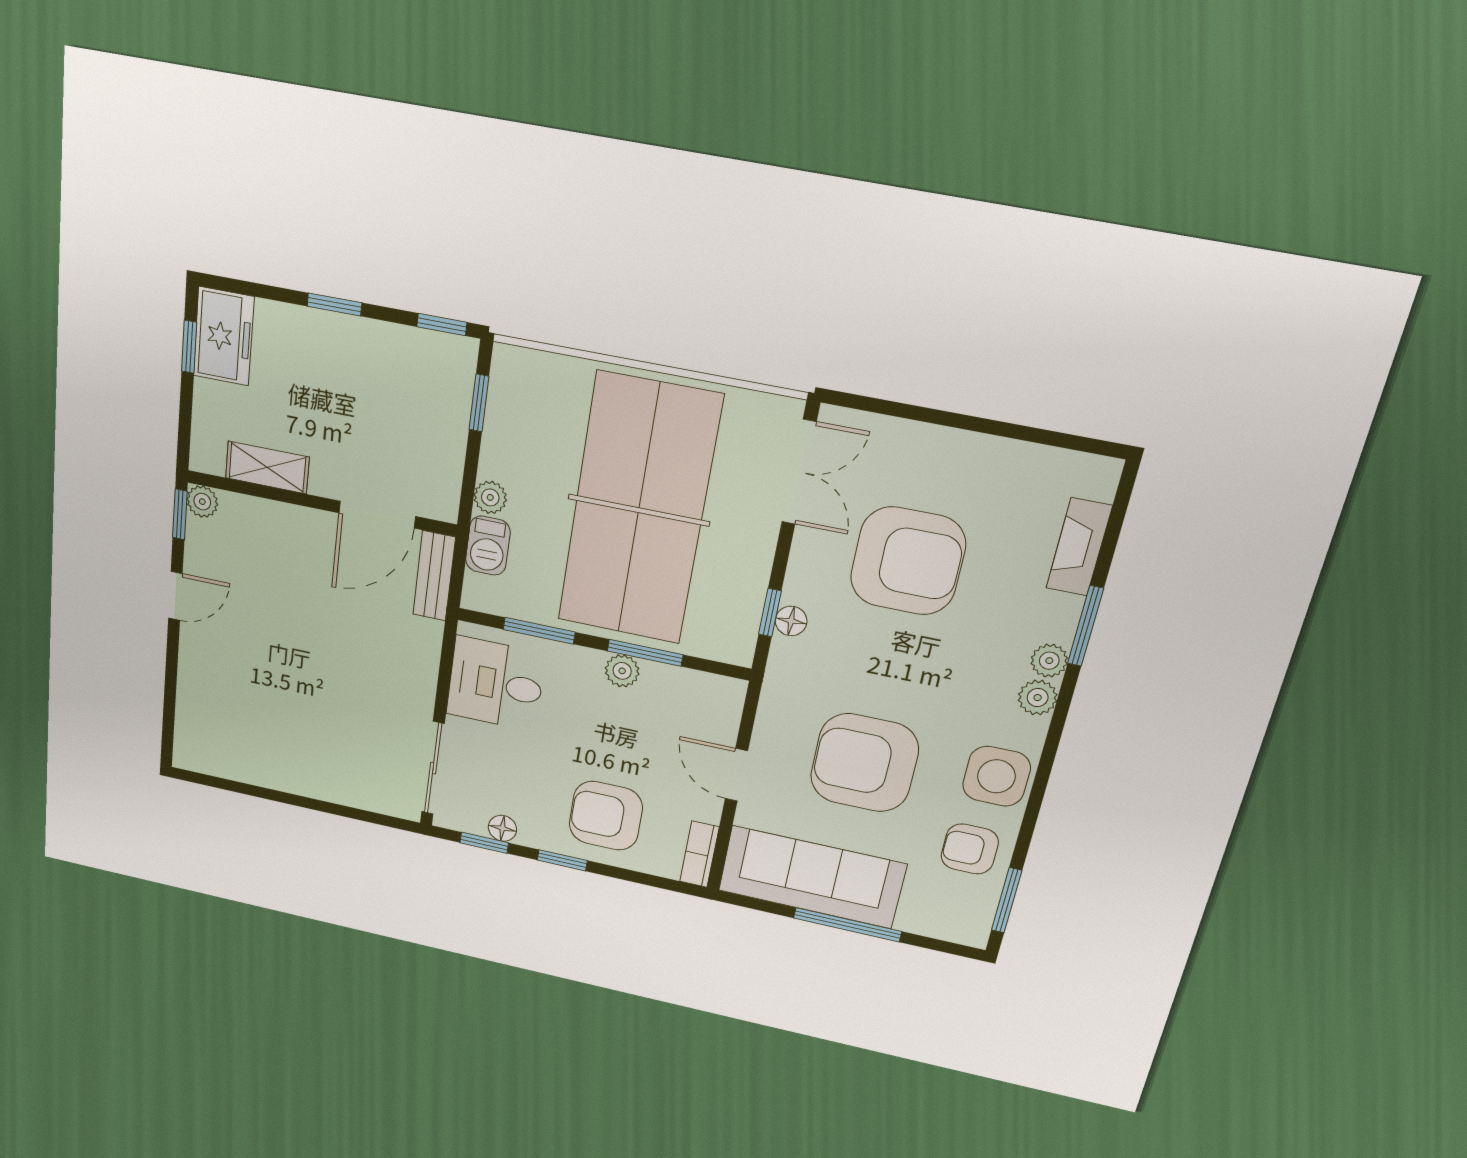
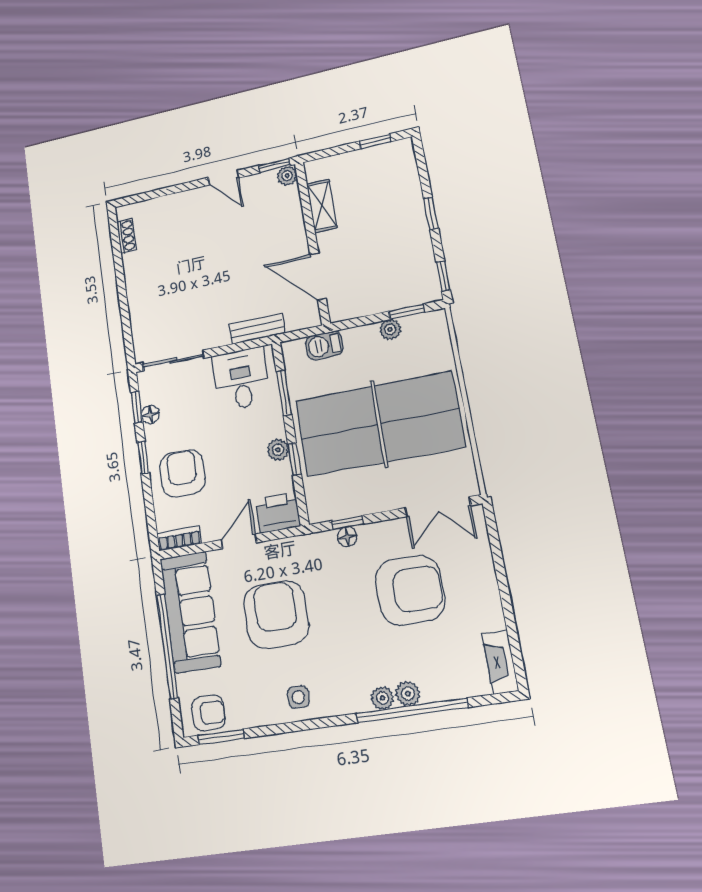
freezer: (224, 336) -> (389, 158), removed
plant: (490, 497) -> (390, 329), moved
fireplace: (1079, 547) -> (500, 662), moved, turned -90
armchair: (908, 561) -> (410, 590), turned -90
bench: (434, 576) -> (257, 329), moved
window: (1086, 626) -> (412, 710), width x2.11
window: (645, 653) -> (294, 459), width x0.67
plant: (1038, 698) -> (408, 694), moved
printer: (716, 705) -> (278, 513), added
shoe rack: (221, 766) -> (126, 236), added
side table: (996, 776) -> (298, 697), width x0.54, depth x0.54
armchair: (970, 849) -> (208, 713), moved, turned 90
window: (847, 925) -> (167, 646), width x1.46

